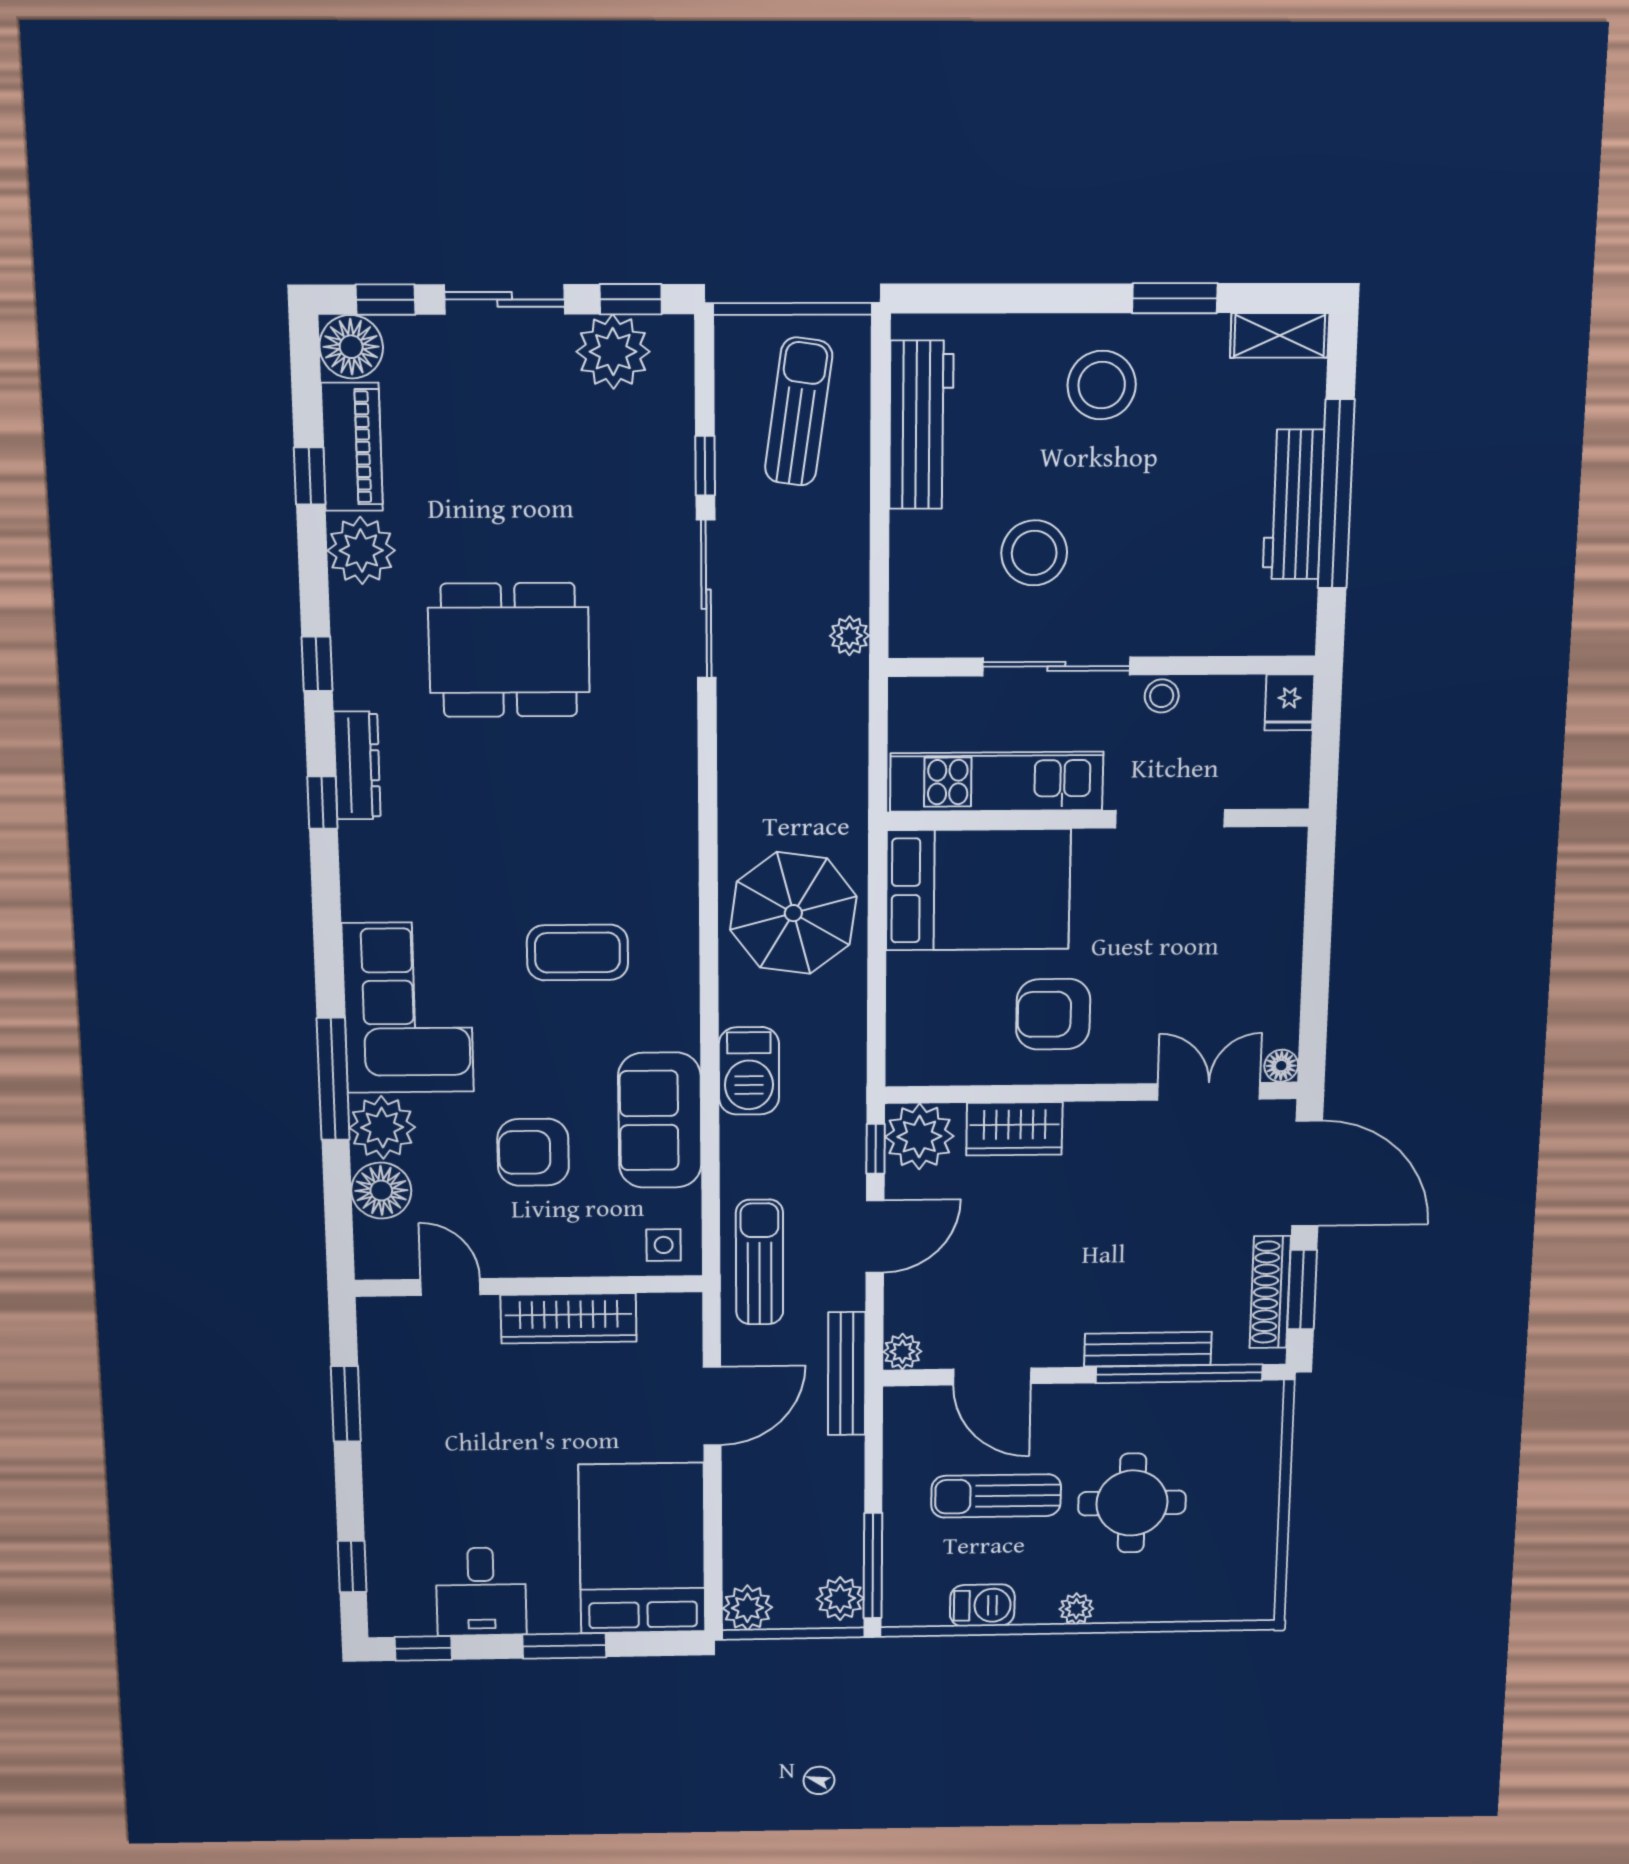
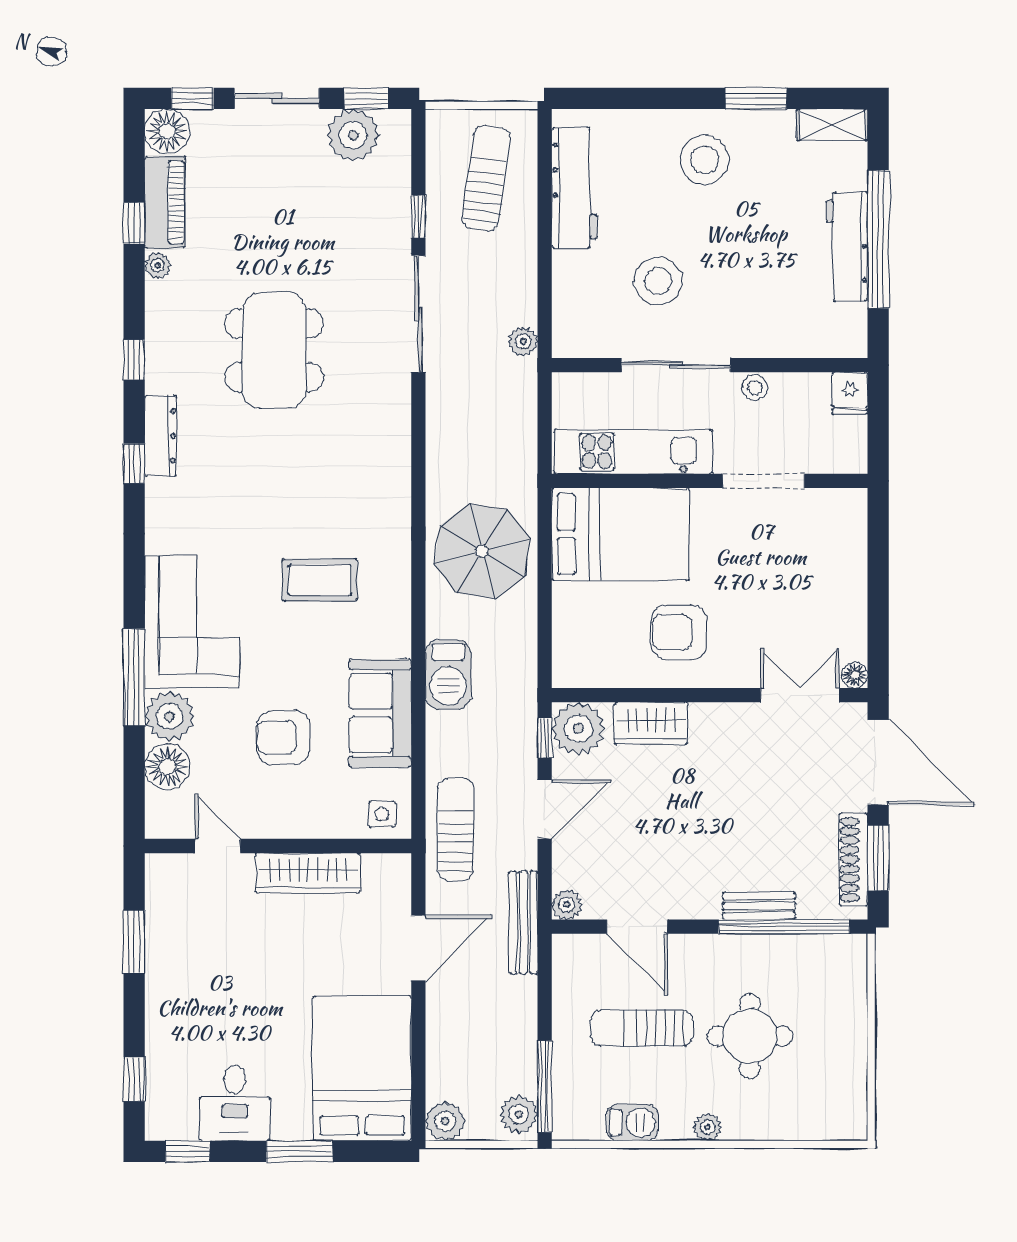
plant: (361, 551) -> (158, 265), width x0.53, depth x0.53
dining table: (509, 650) -> (274, 350), turned 90
bench: (1148, 1349) -> (759, 906), width x0.73

